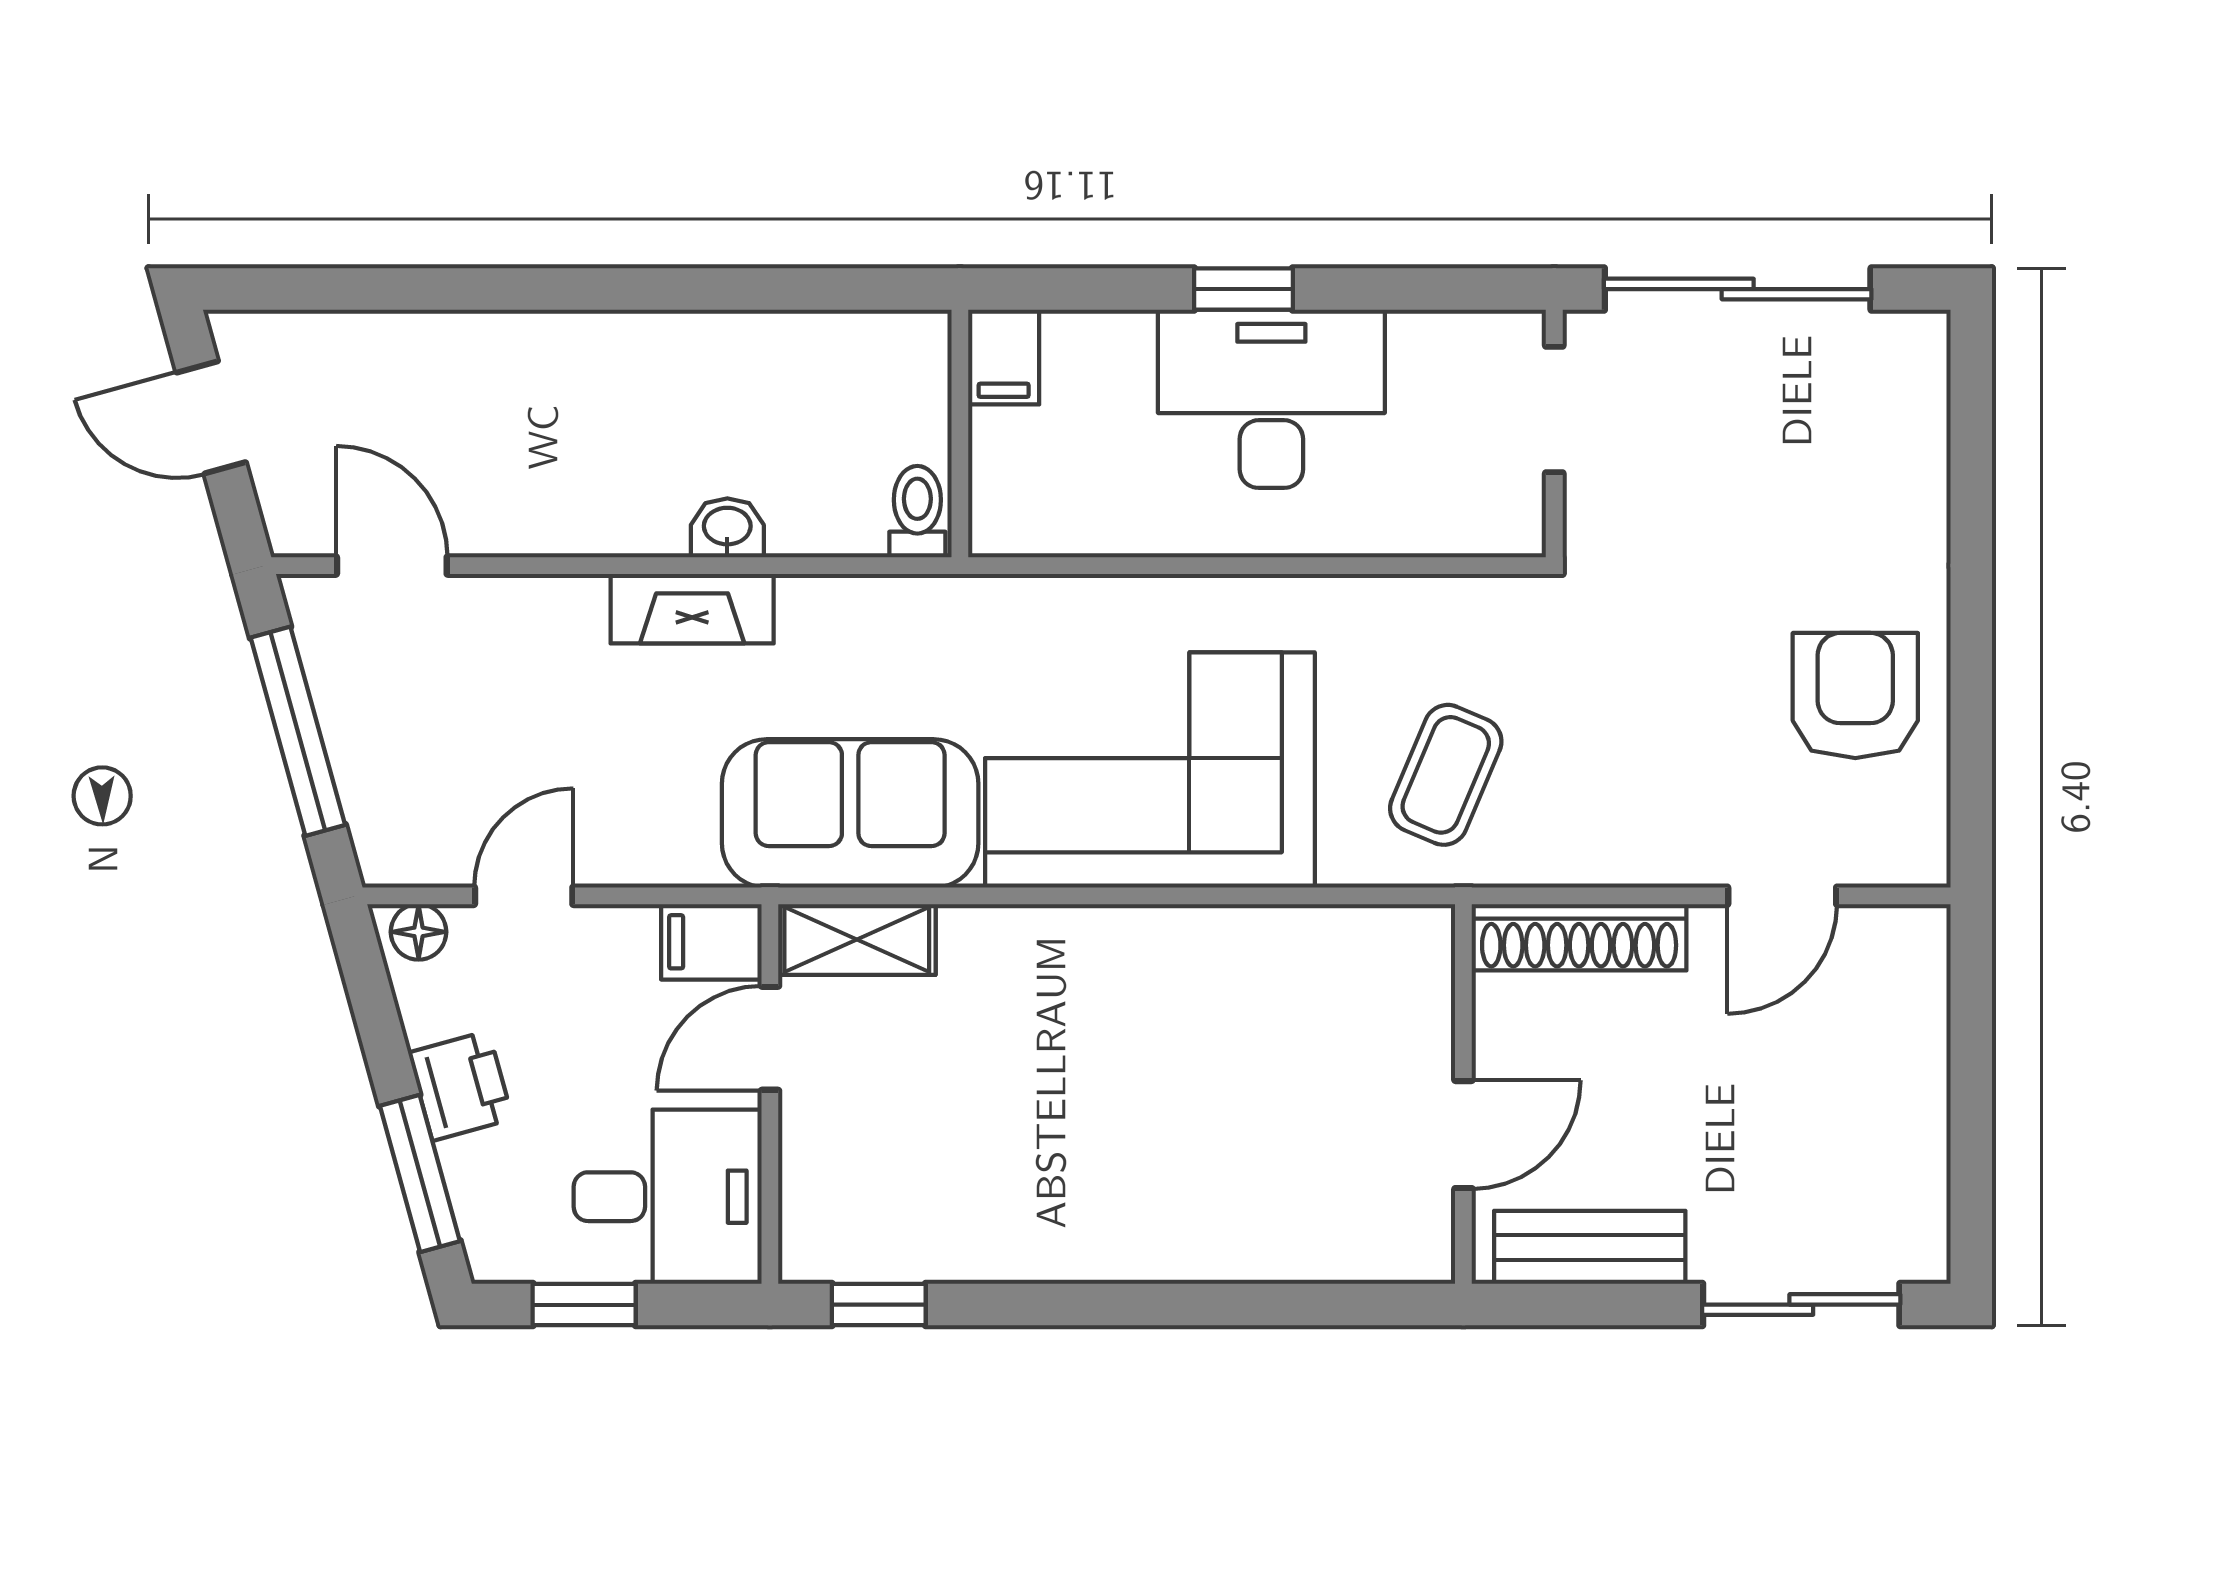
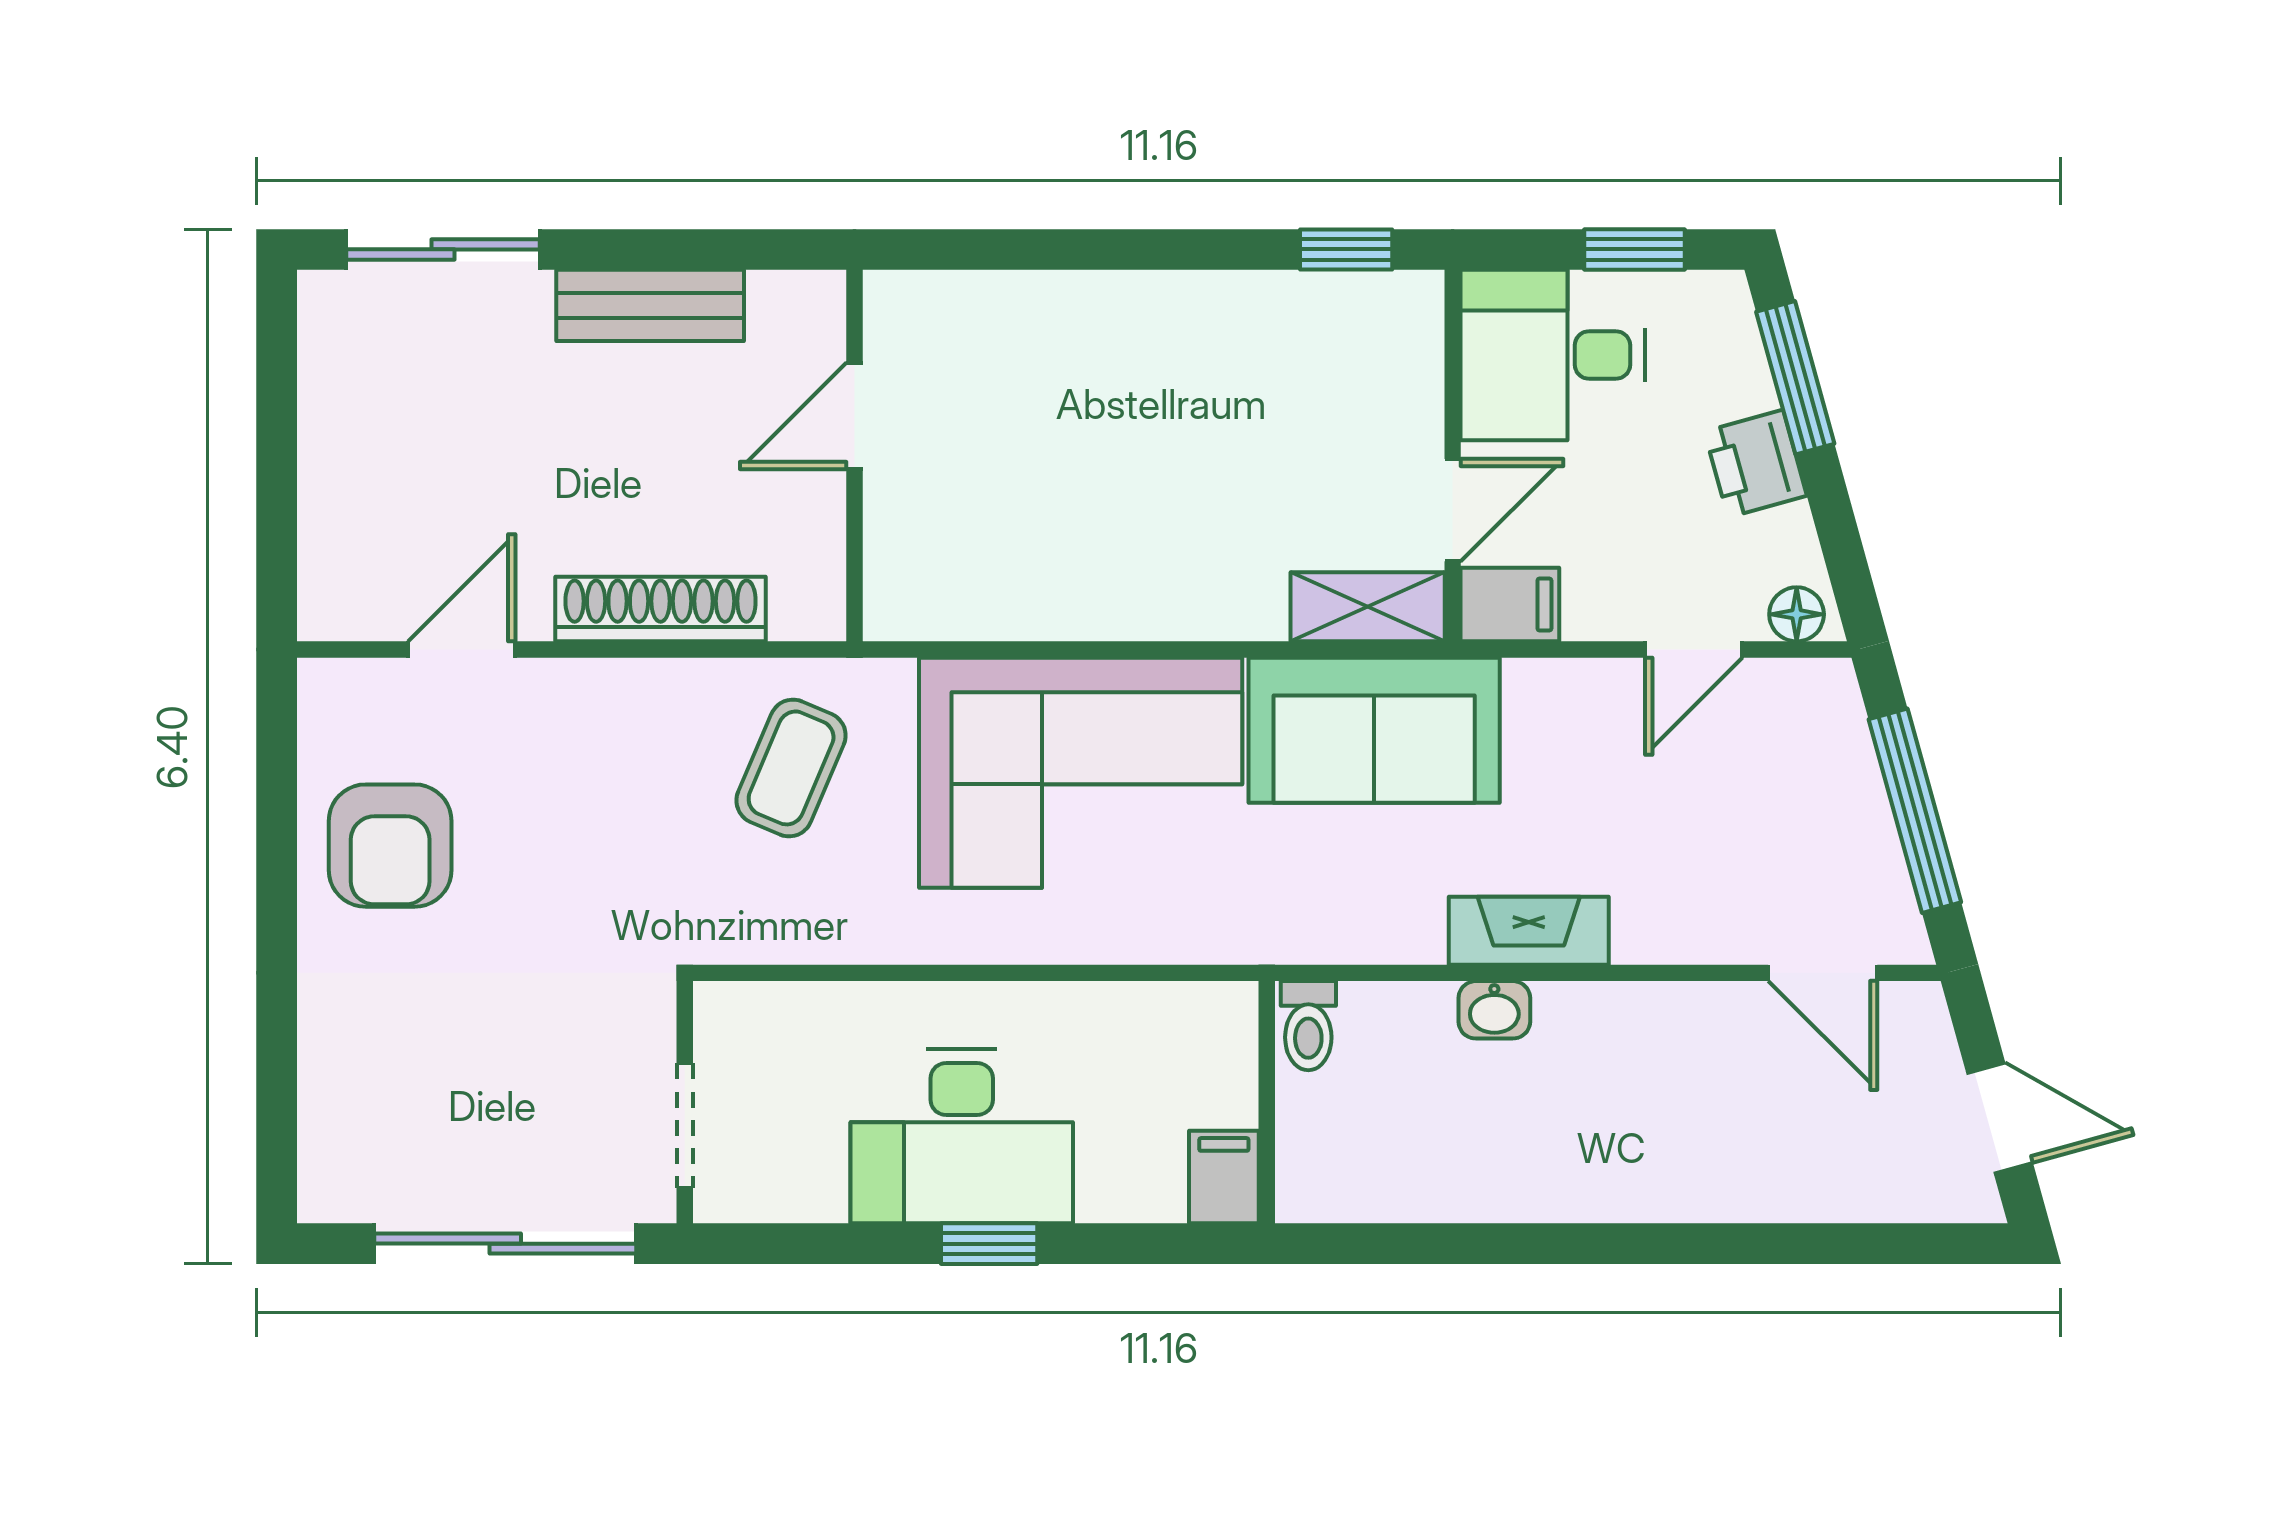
wall: (1463, 1094) -> (855, 456), moved
door: (1463, 1135) -> (855, 416), moved

